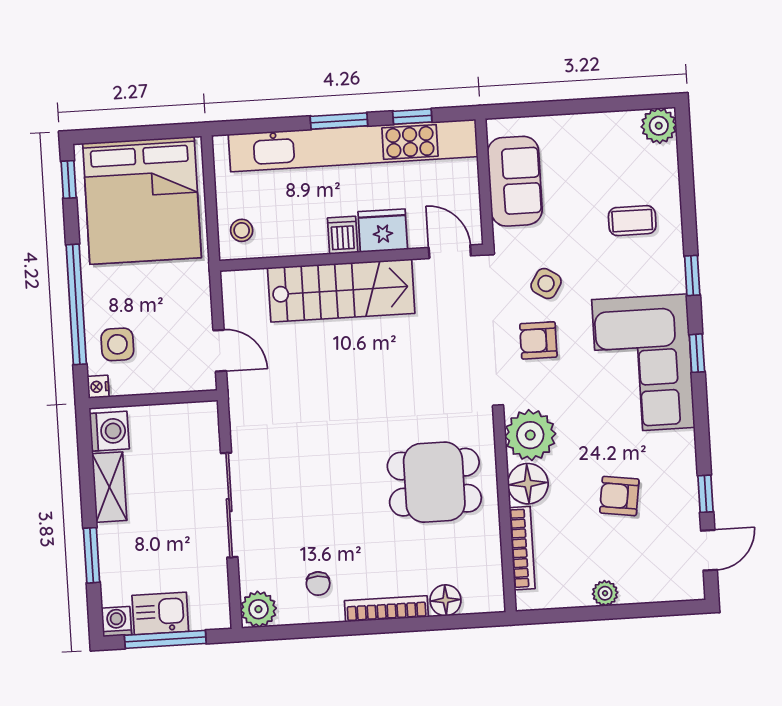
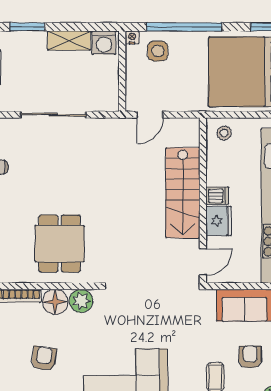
side table: (546, 283) -> (179, 321), removed
armchair: (538, 340) -> (250, 357), moved
plant: (530, 435) -> (81, 301), width x0.73, depth x0.73

